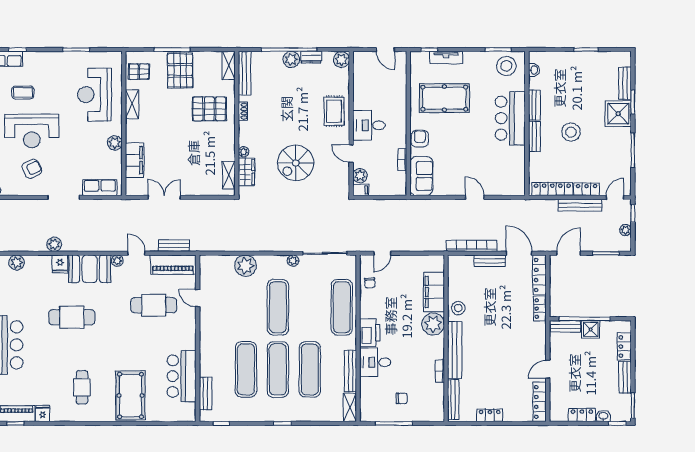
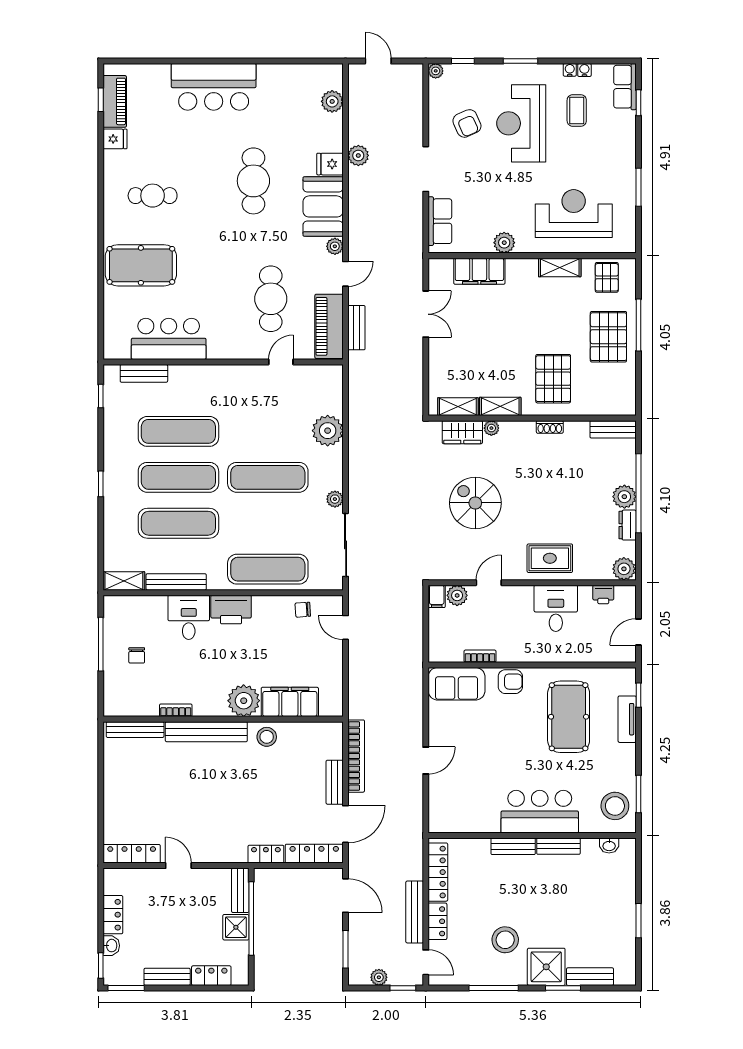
shelving: (229, 66) -> (500, 406), moved
pallet: (180, 70) -> (608, 337), turned 90
bench: (244, 73) -> (613, 429), width x0.73
printer: (359, 74) -> (603, 594), added
desk: (369, 125) -> (556, 608), moved
stool: (571, 132) -> (505, 940), moved
locker: (490, 415) -> (112, 782), removed

